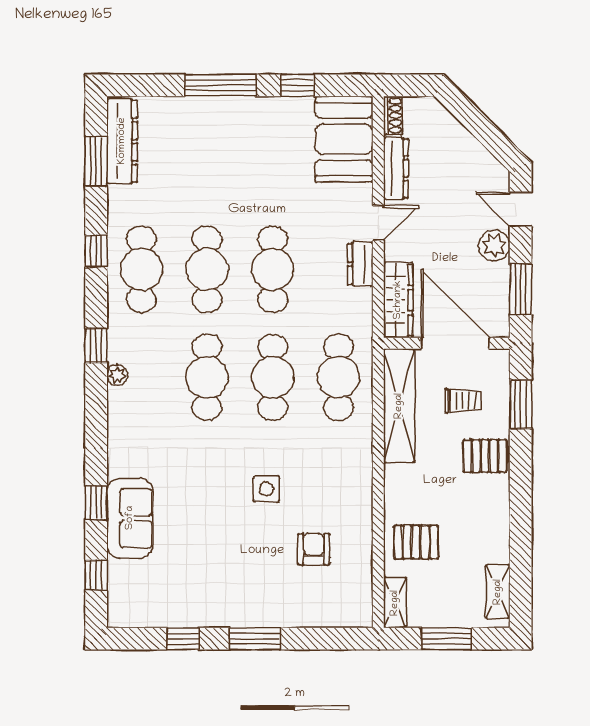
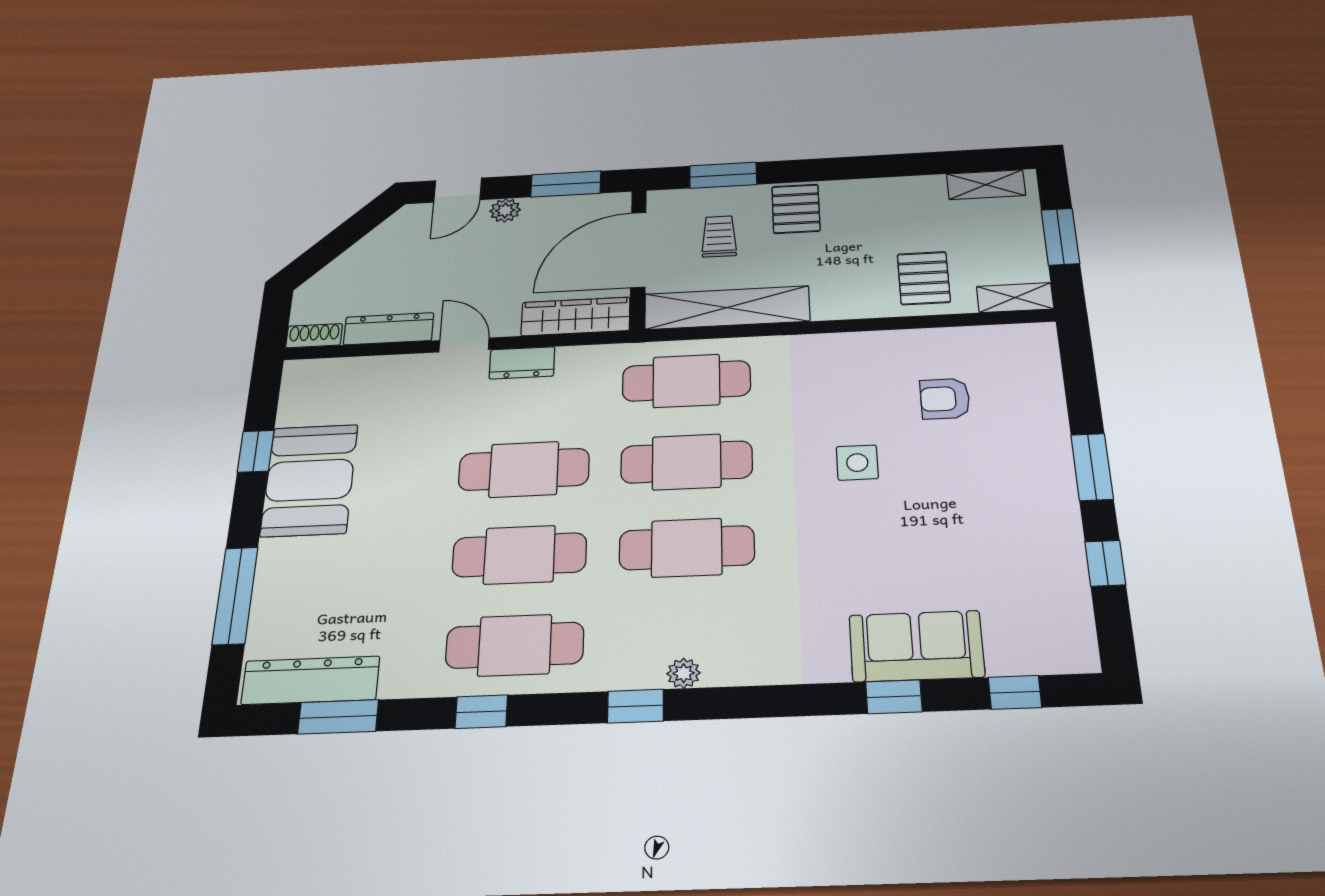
window: (220, 85) -> (235, 596), moved
booth: (344, 139) -> (309, 480), moved, turned 90
plant: (494, 246) -> (505, 210), width x0.73, depth x0.73

